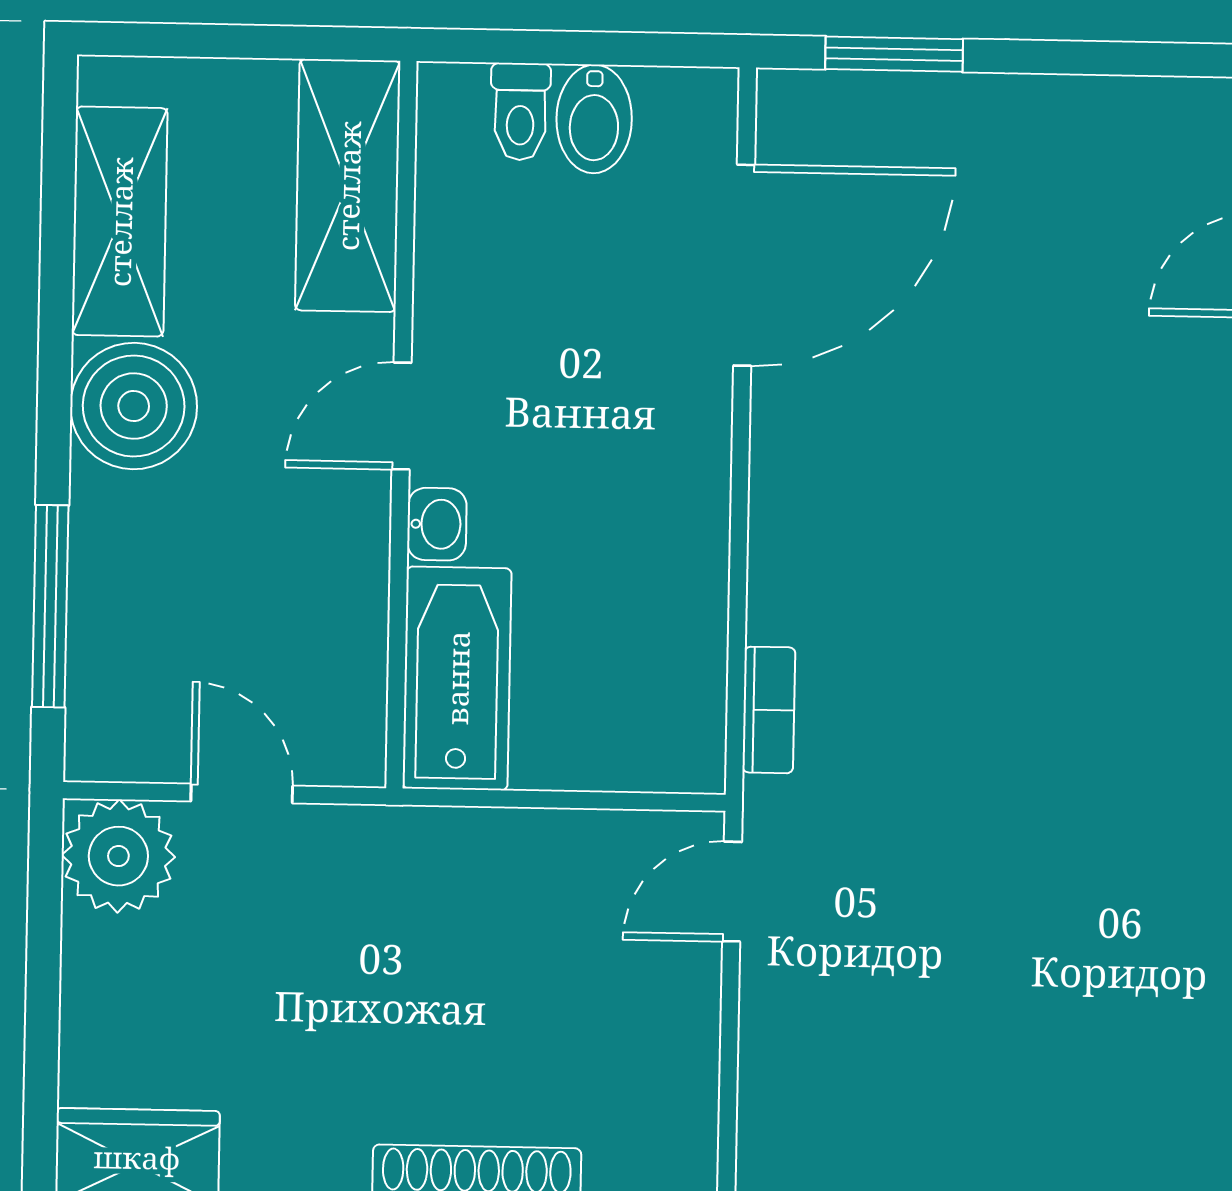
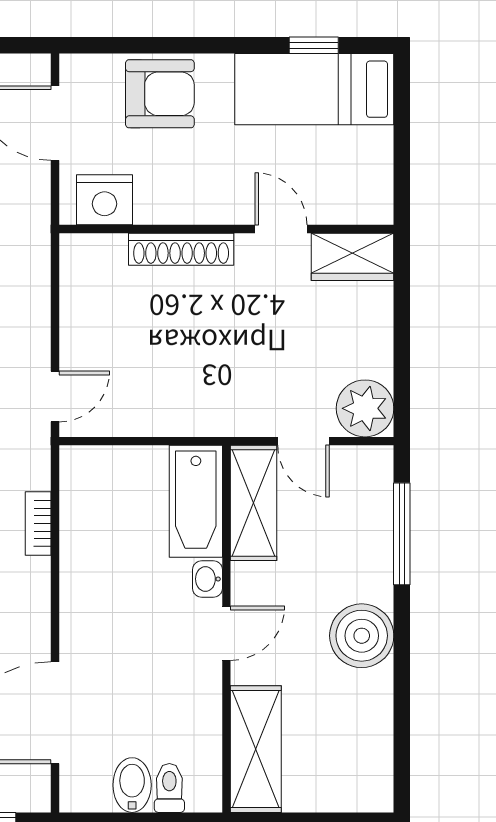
shelving: (120, 222) -> (254, 503), moved
bookcase: (769, 710) -> (38, 523), moved

